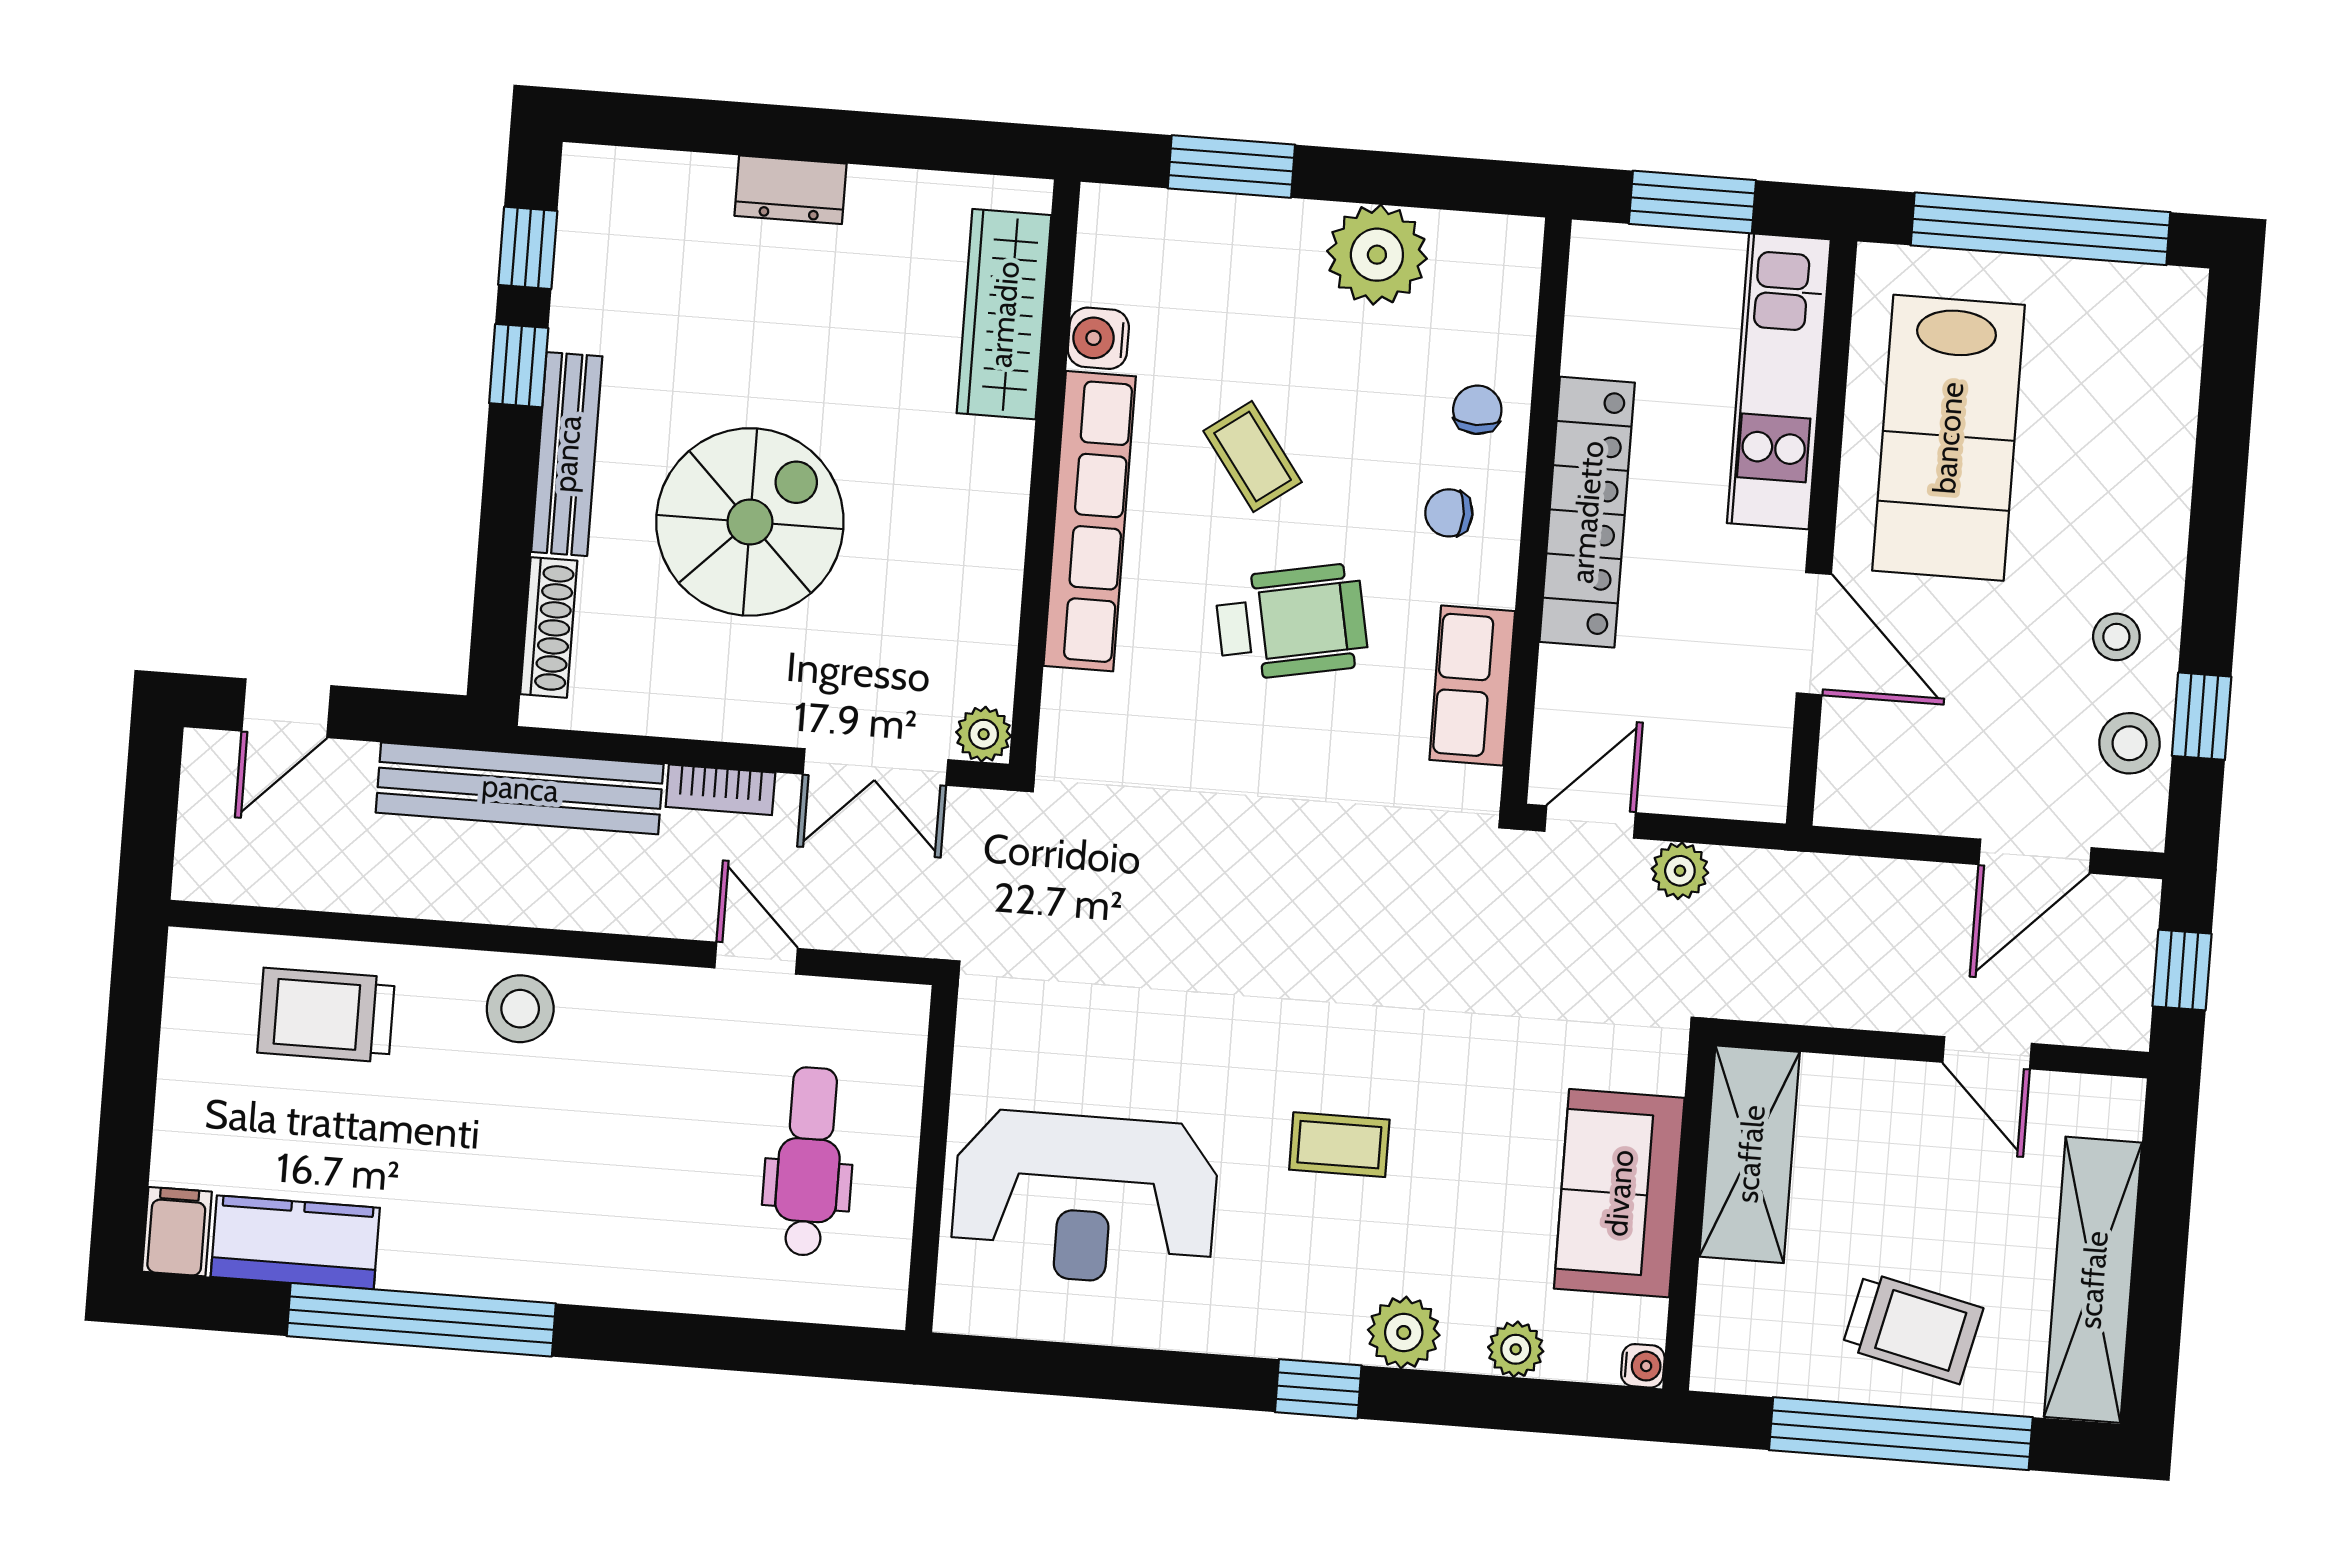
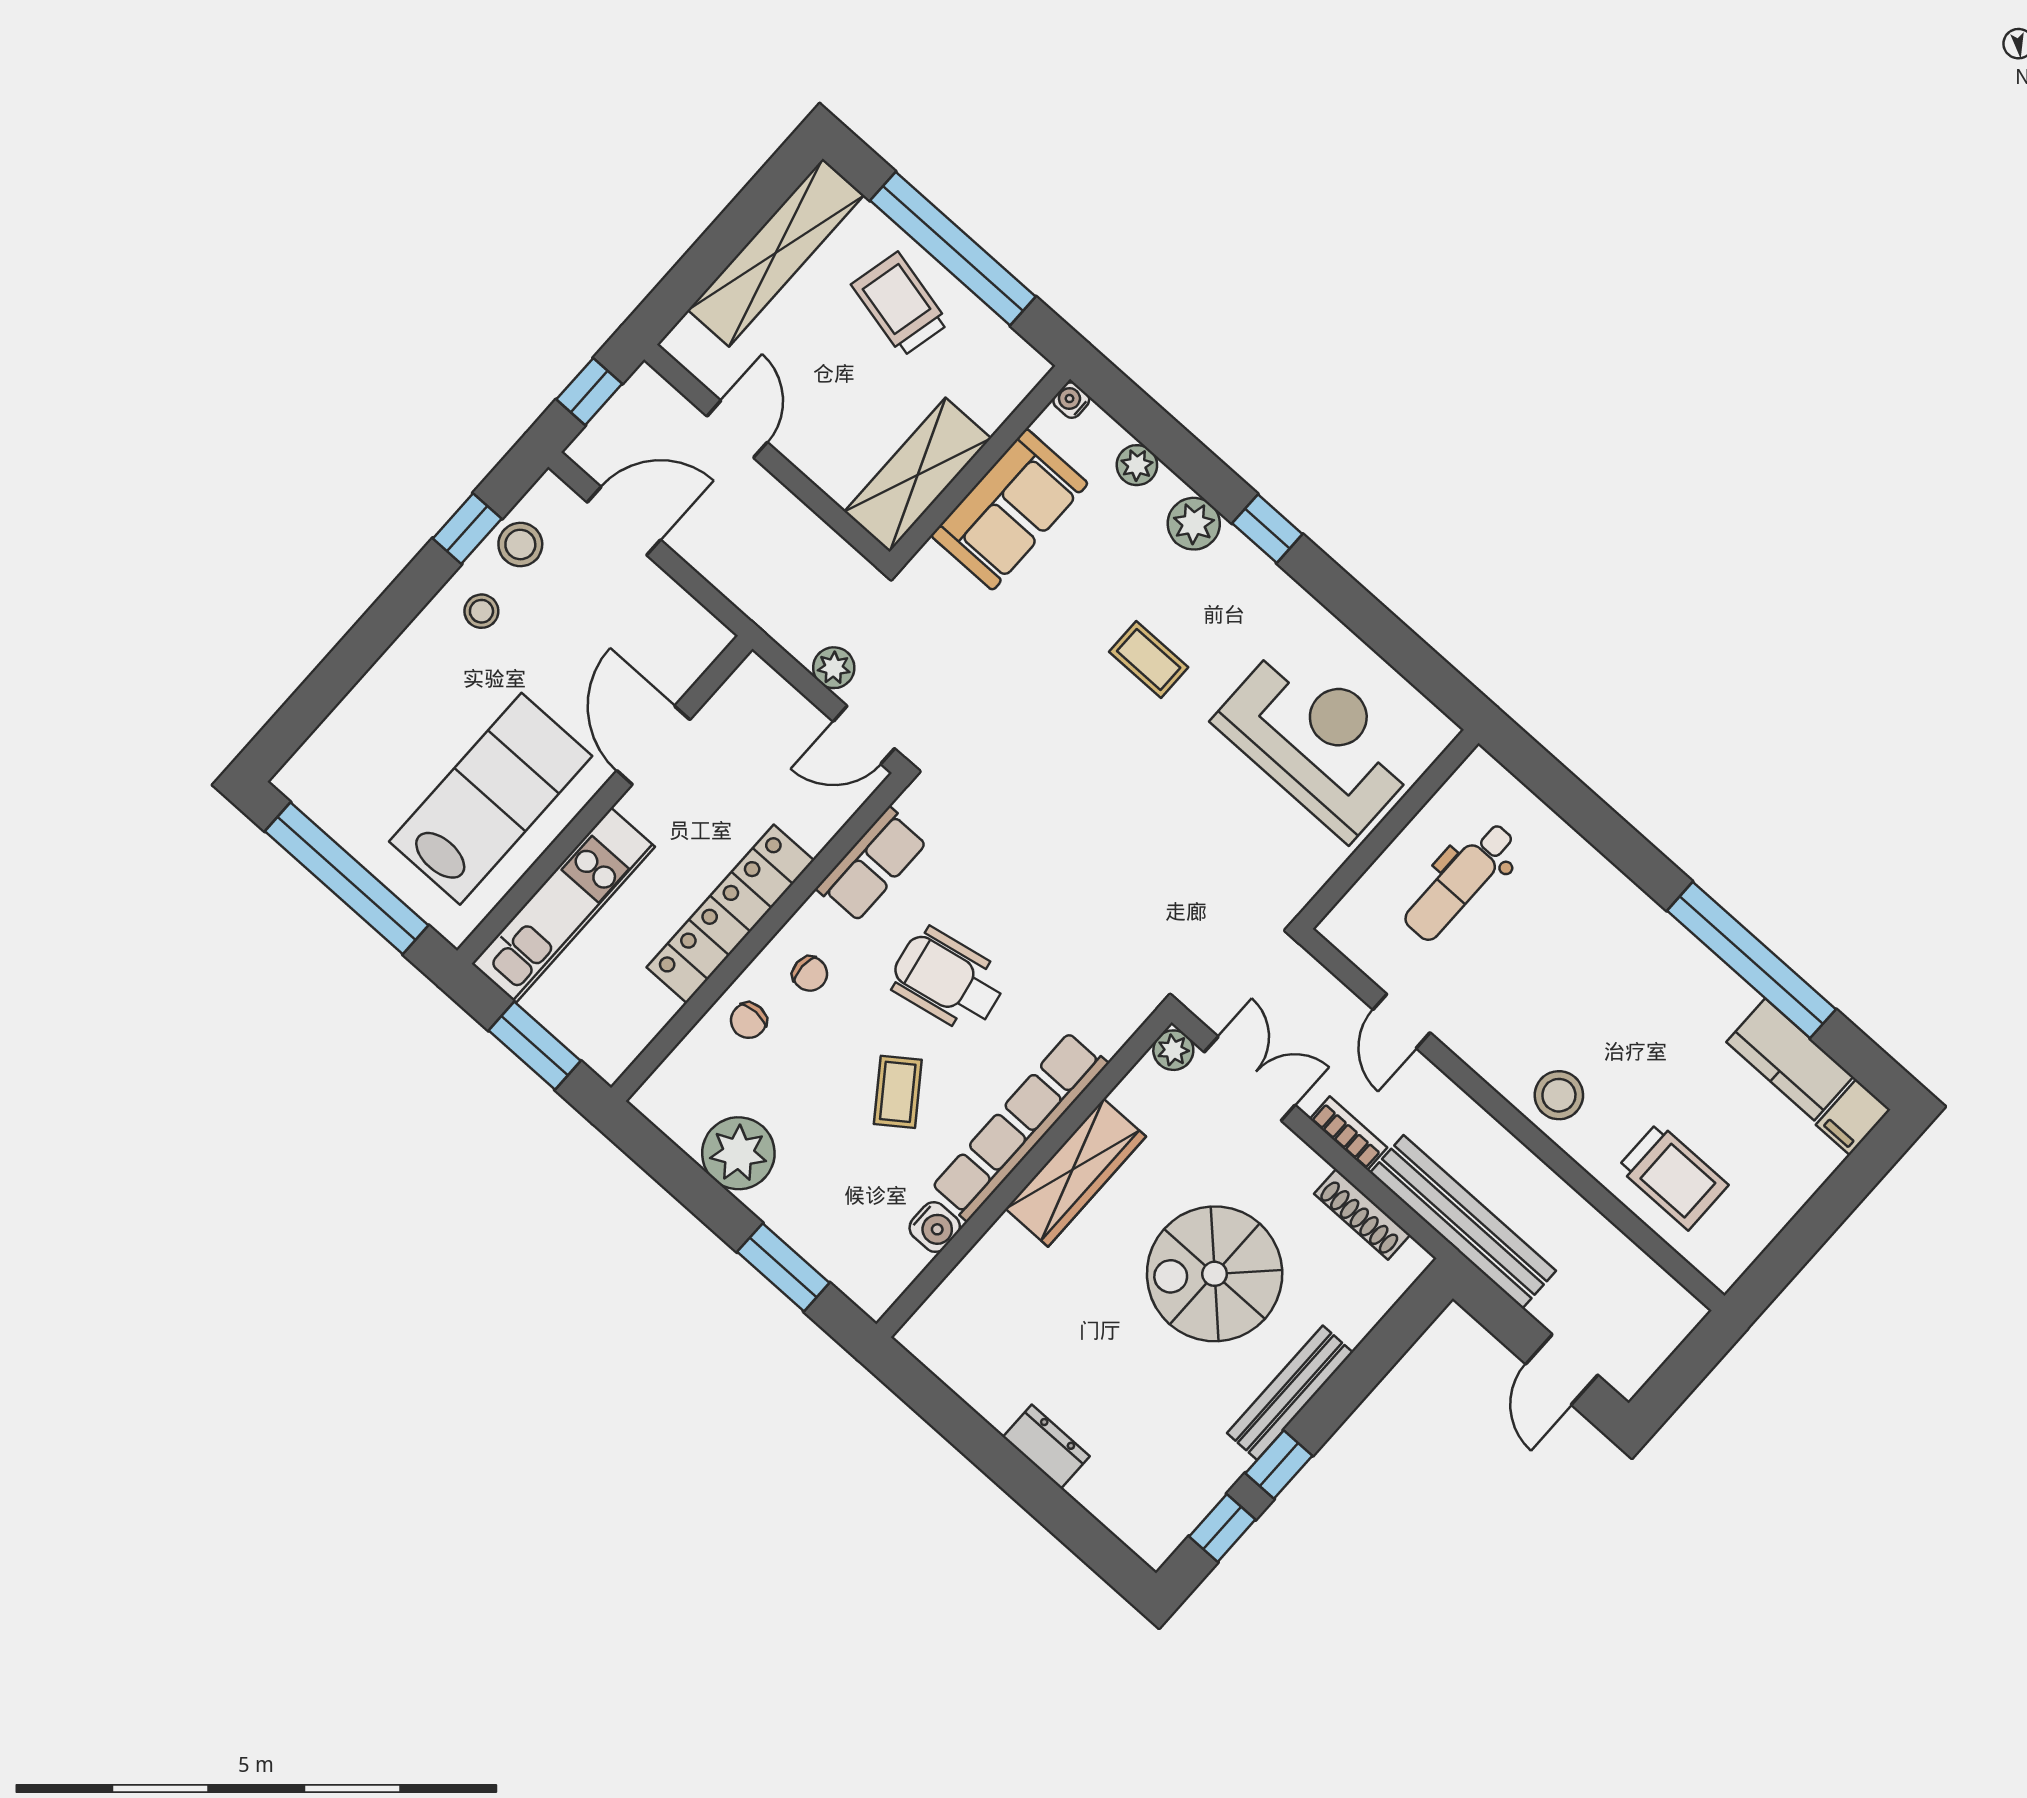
wardrobe: (1004, 314) -> (1076, 1173), moved
shoe rack: (549, 627) -> (1362, 1214), moved, turned -90
door: (286, 708) -> (1562, 1370), swing flipped

